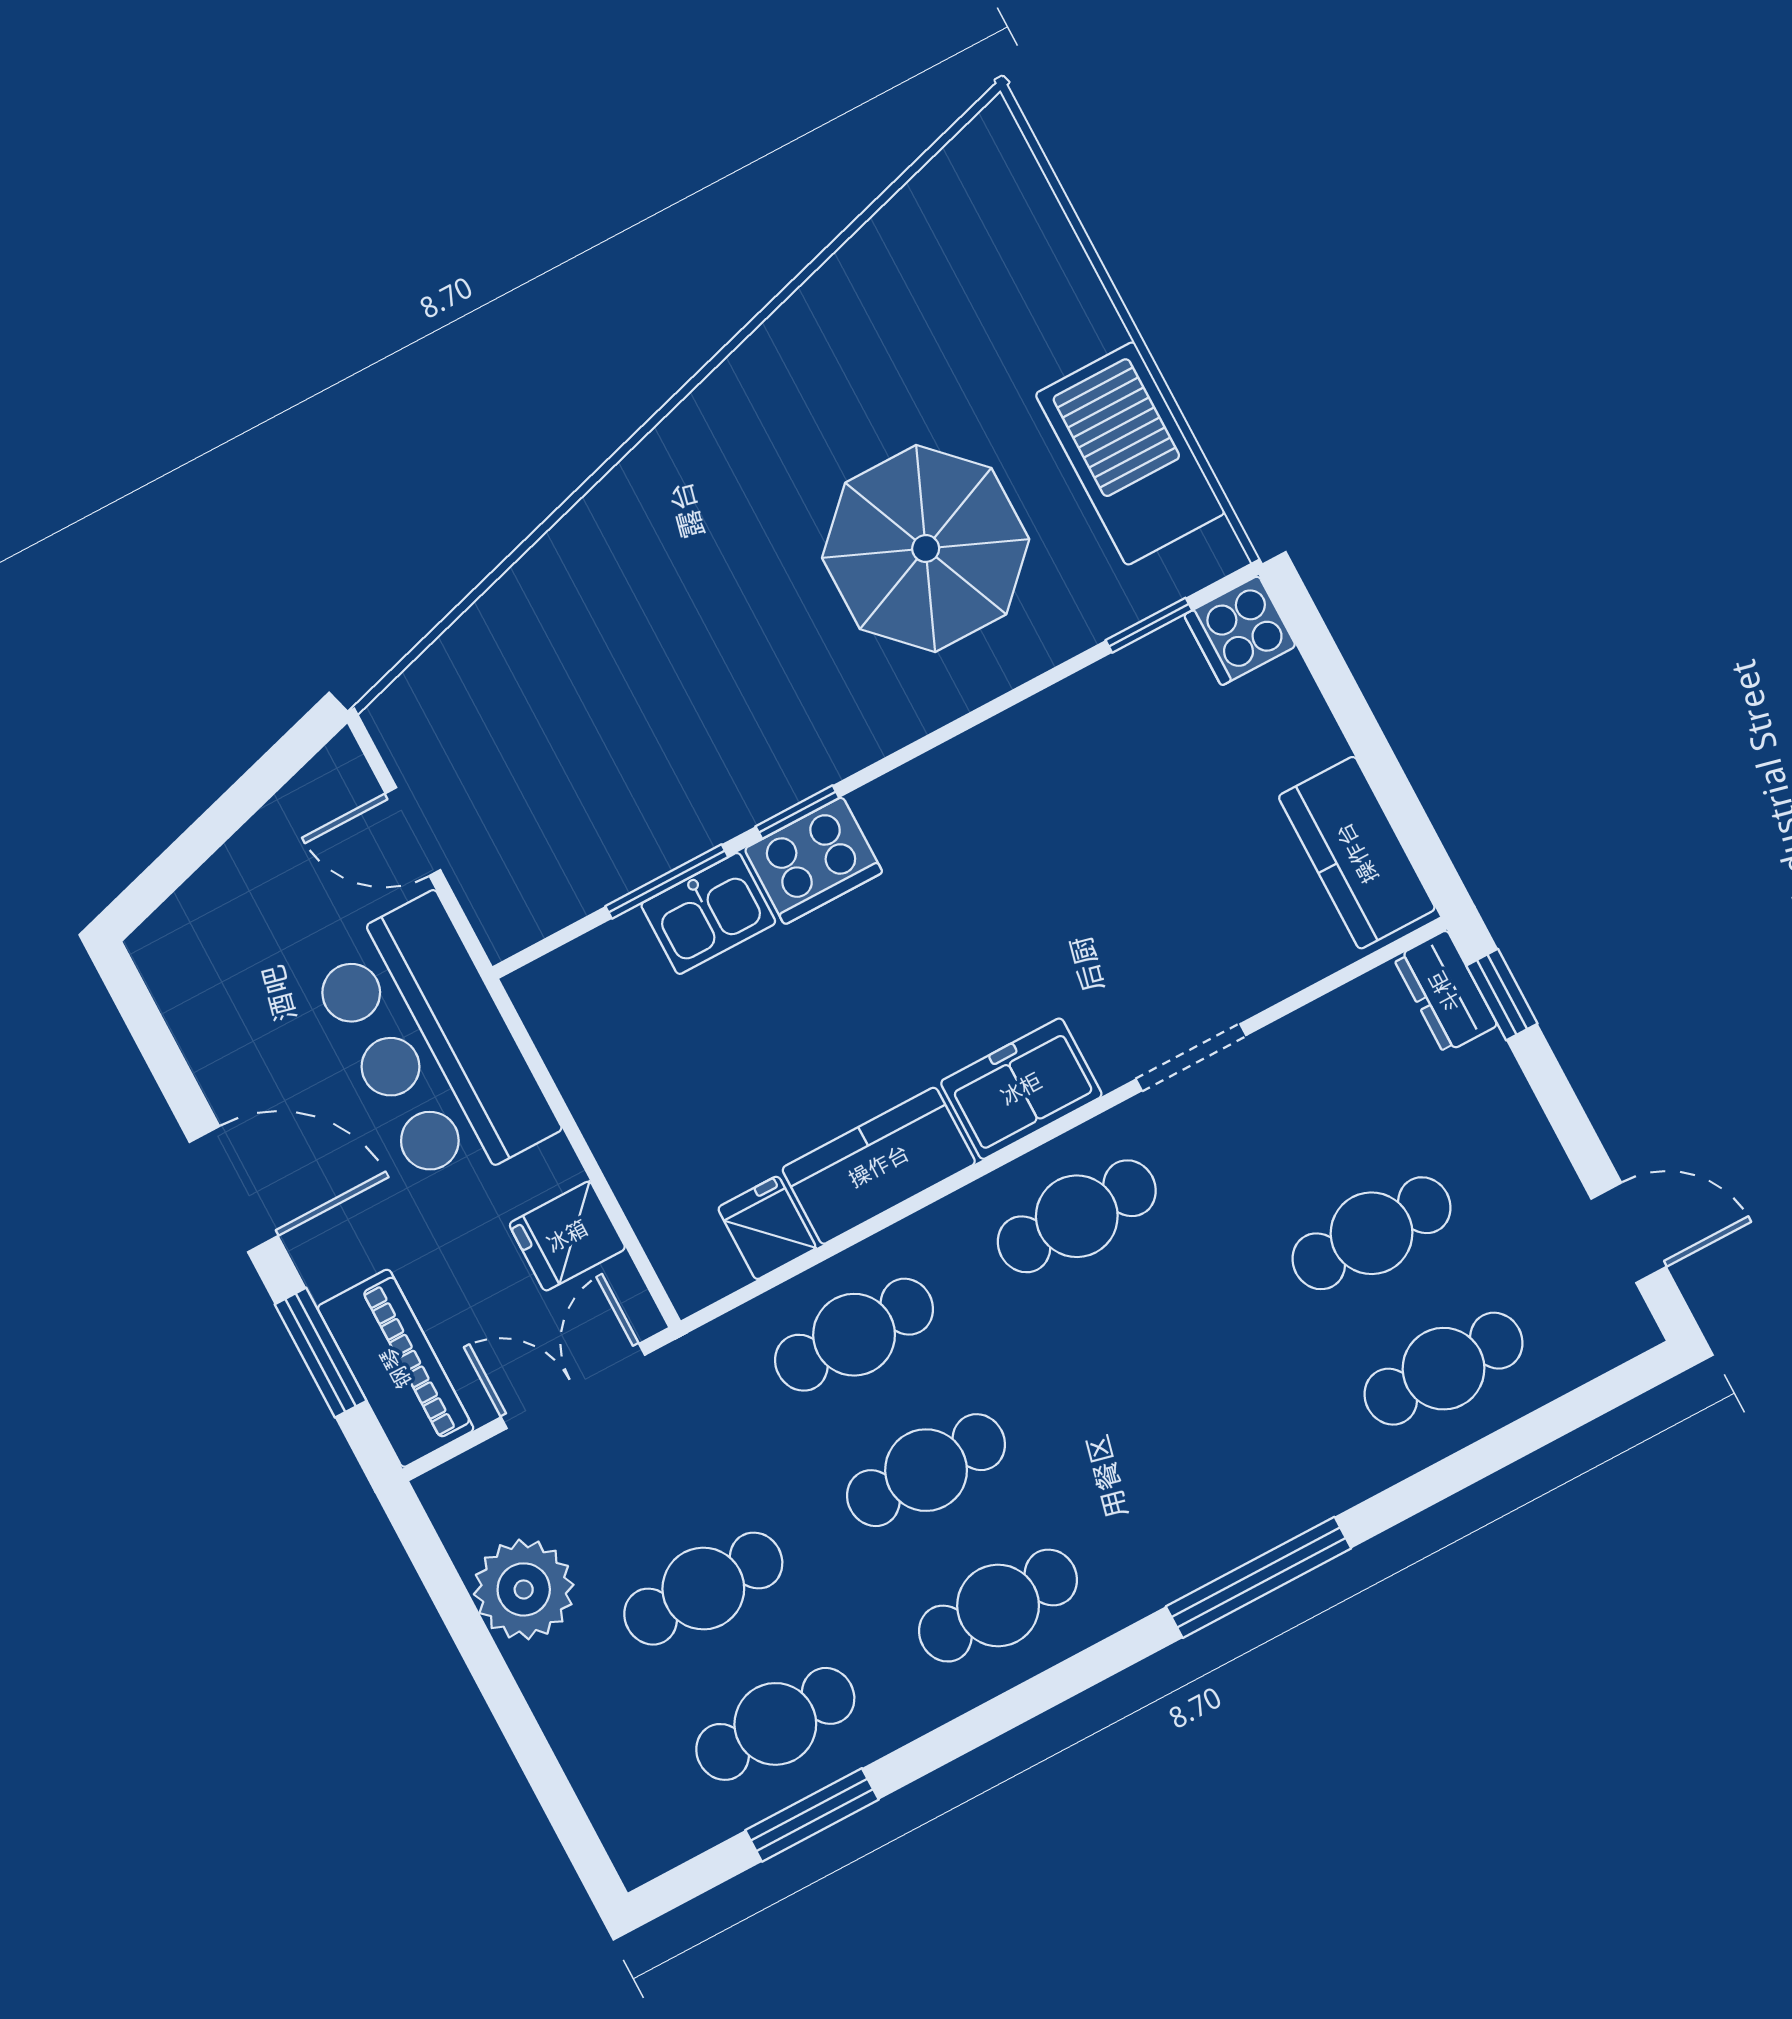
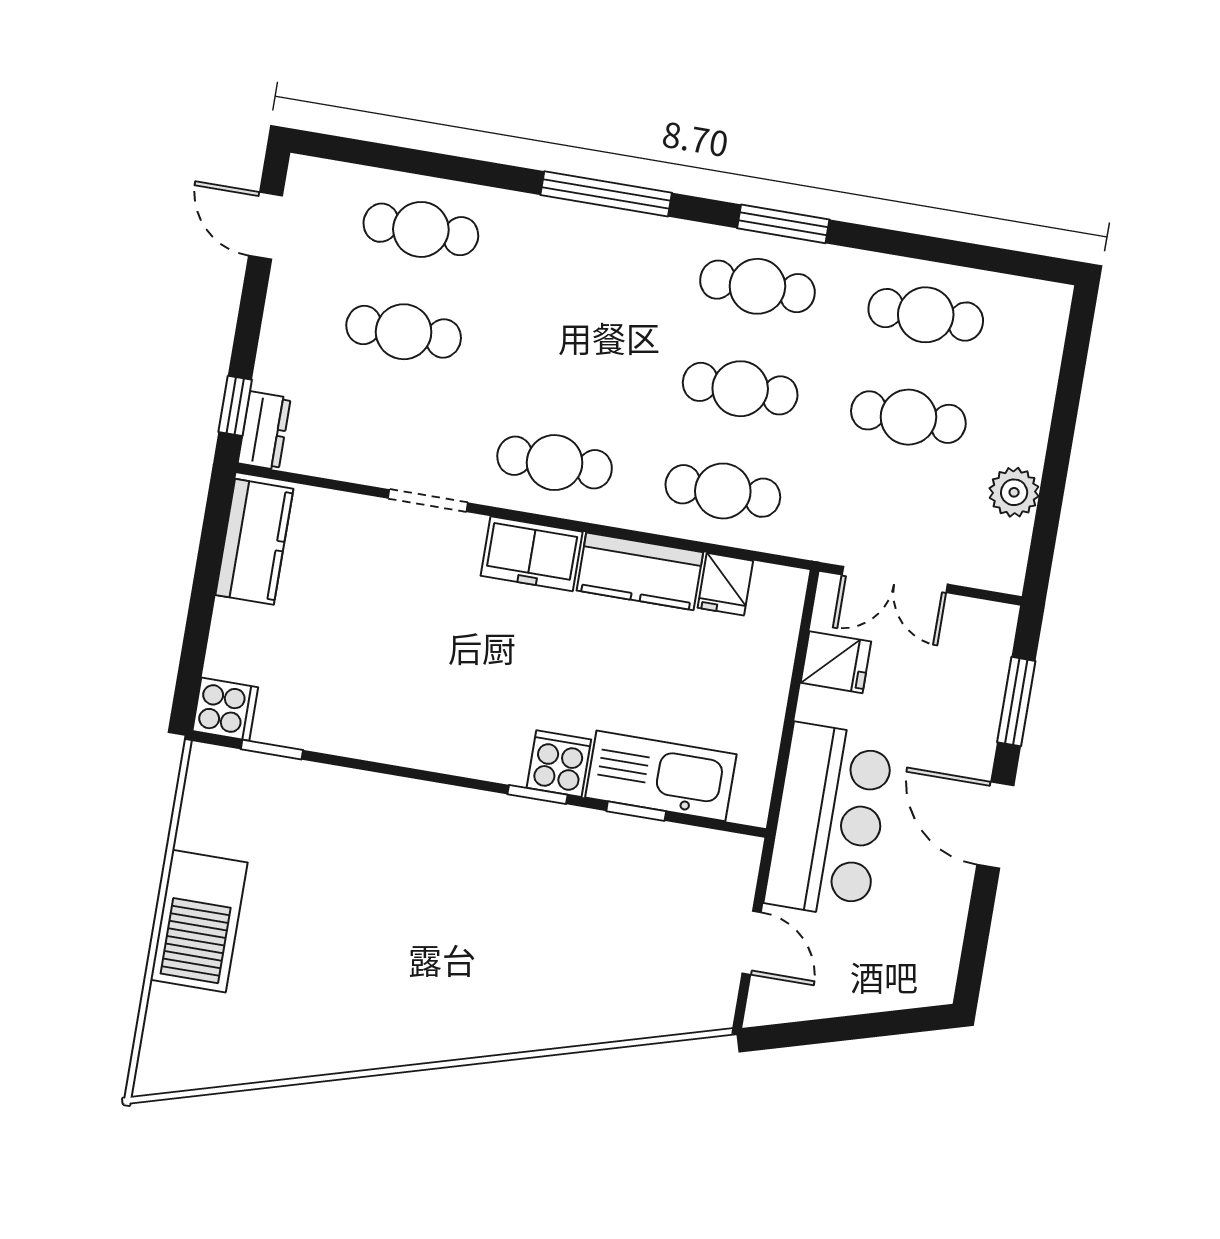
barbecue: (1130, 453) -> (199, 921), moved
parasol: (926, 549) -> (360, 883), removed
cooker: (813, 861) -> (559, 764), width x0.73
window: (667, 882) -> (636, 811), width x0.67
kitchen sink: (708, 913) -> (661, 776), width x1.88, depth x1.24
piano: (396, 1368) -> (982, 662), removed
plant: (524, 1589) -> (1014, 492), width x0.73, depth x0.73
window: (812, 1815) -> (783, 224), moved

